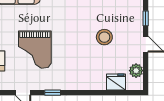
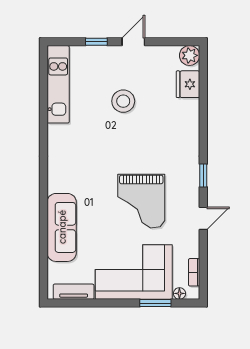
grand piano: (35, 50) -> (141, 201), turned 90
plant: (136, 71) -> (190, 55), moved

